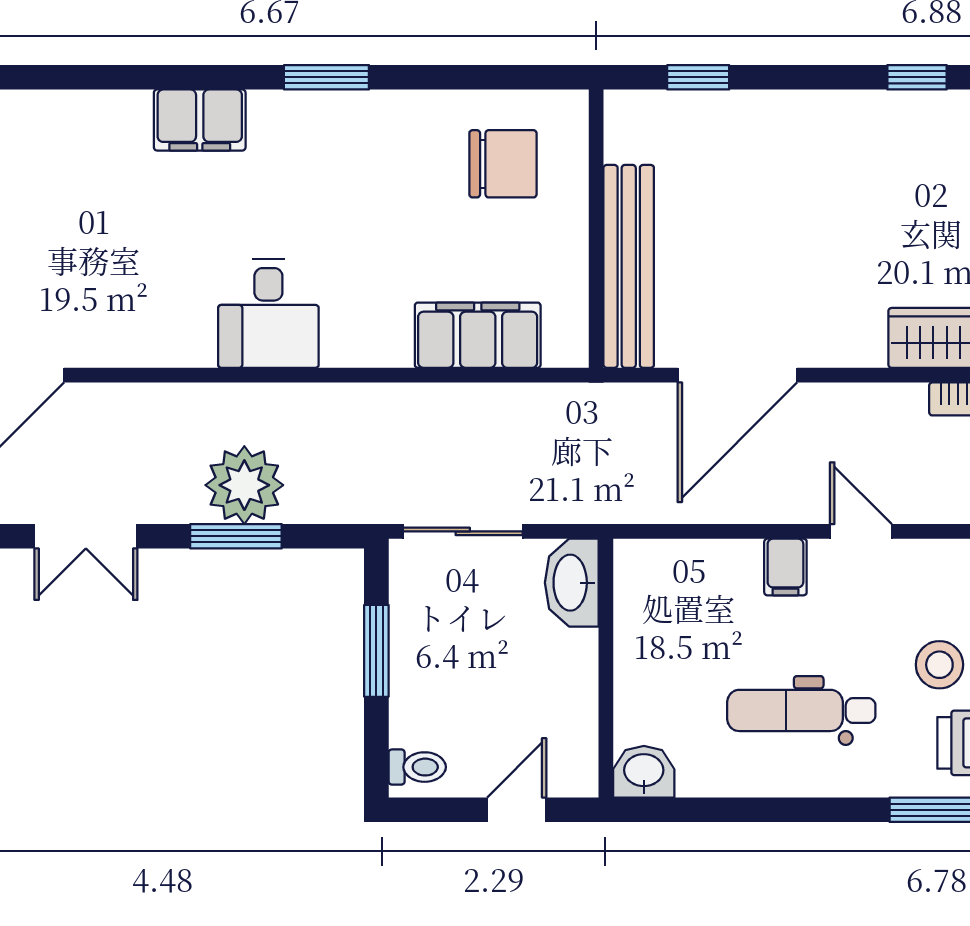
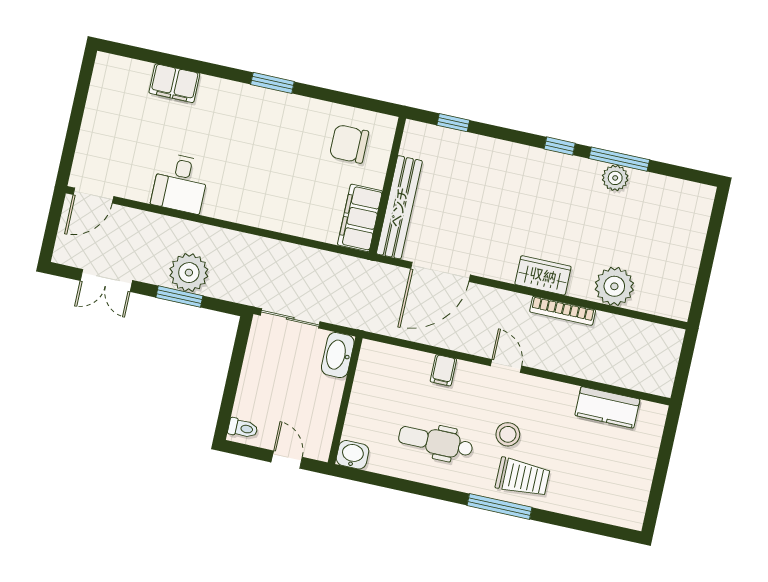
filing cabinet: (200, 120) -> (174, 83), moved
chair: (503, 164) -> (349, 144), turned 180
desk: (268, 314) -> (180, 183), moved
filing cabinet: (478, 335) -> (360, 218), moved, turned -90
door: (861, 531) -> (506, 366), moved
window: (376, 651) -> (235, 367), removed
door: (517, 810) -> (287, 460), hinge flipped

